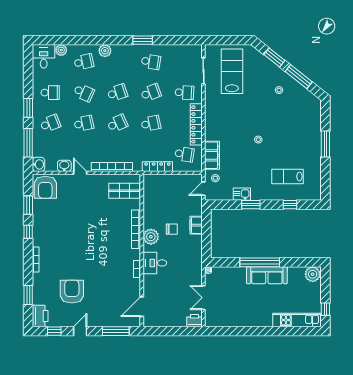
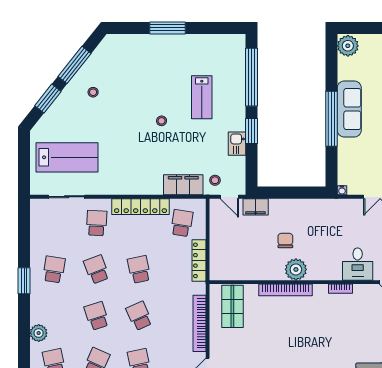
lab bench: (232, 71) -> (67, 157), turned 180
lab bench: (288, 177) -> (202, 97), moved
window: (290, 205) -> (251, 77), width x3.17
filing cabinet: (196, 225) -> (256, 207), moved
desk: (155, 263) -> (358, 264), moved

